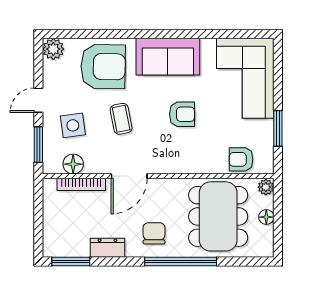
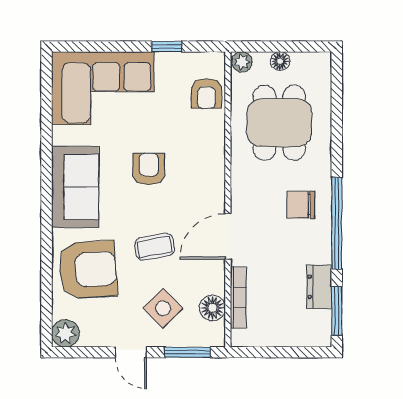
armchair: (103, 67) -> (88, 270), turned 85
side table: (73, 125) -> (163, 308), turned -36
window: (278, 128) -> (167, 46), width x0.67
door: (129, 176) -> (228, 236), swing flipped
dining table: (218, 216) -> (279, 123), width x0.73
dresser: (107, 248) -> (319, 287), moved
window: (181, 261) -> (337, 223), moved

